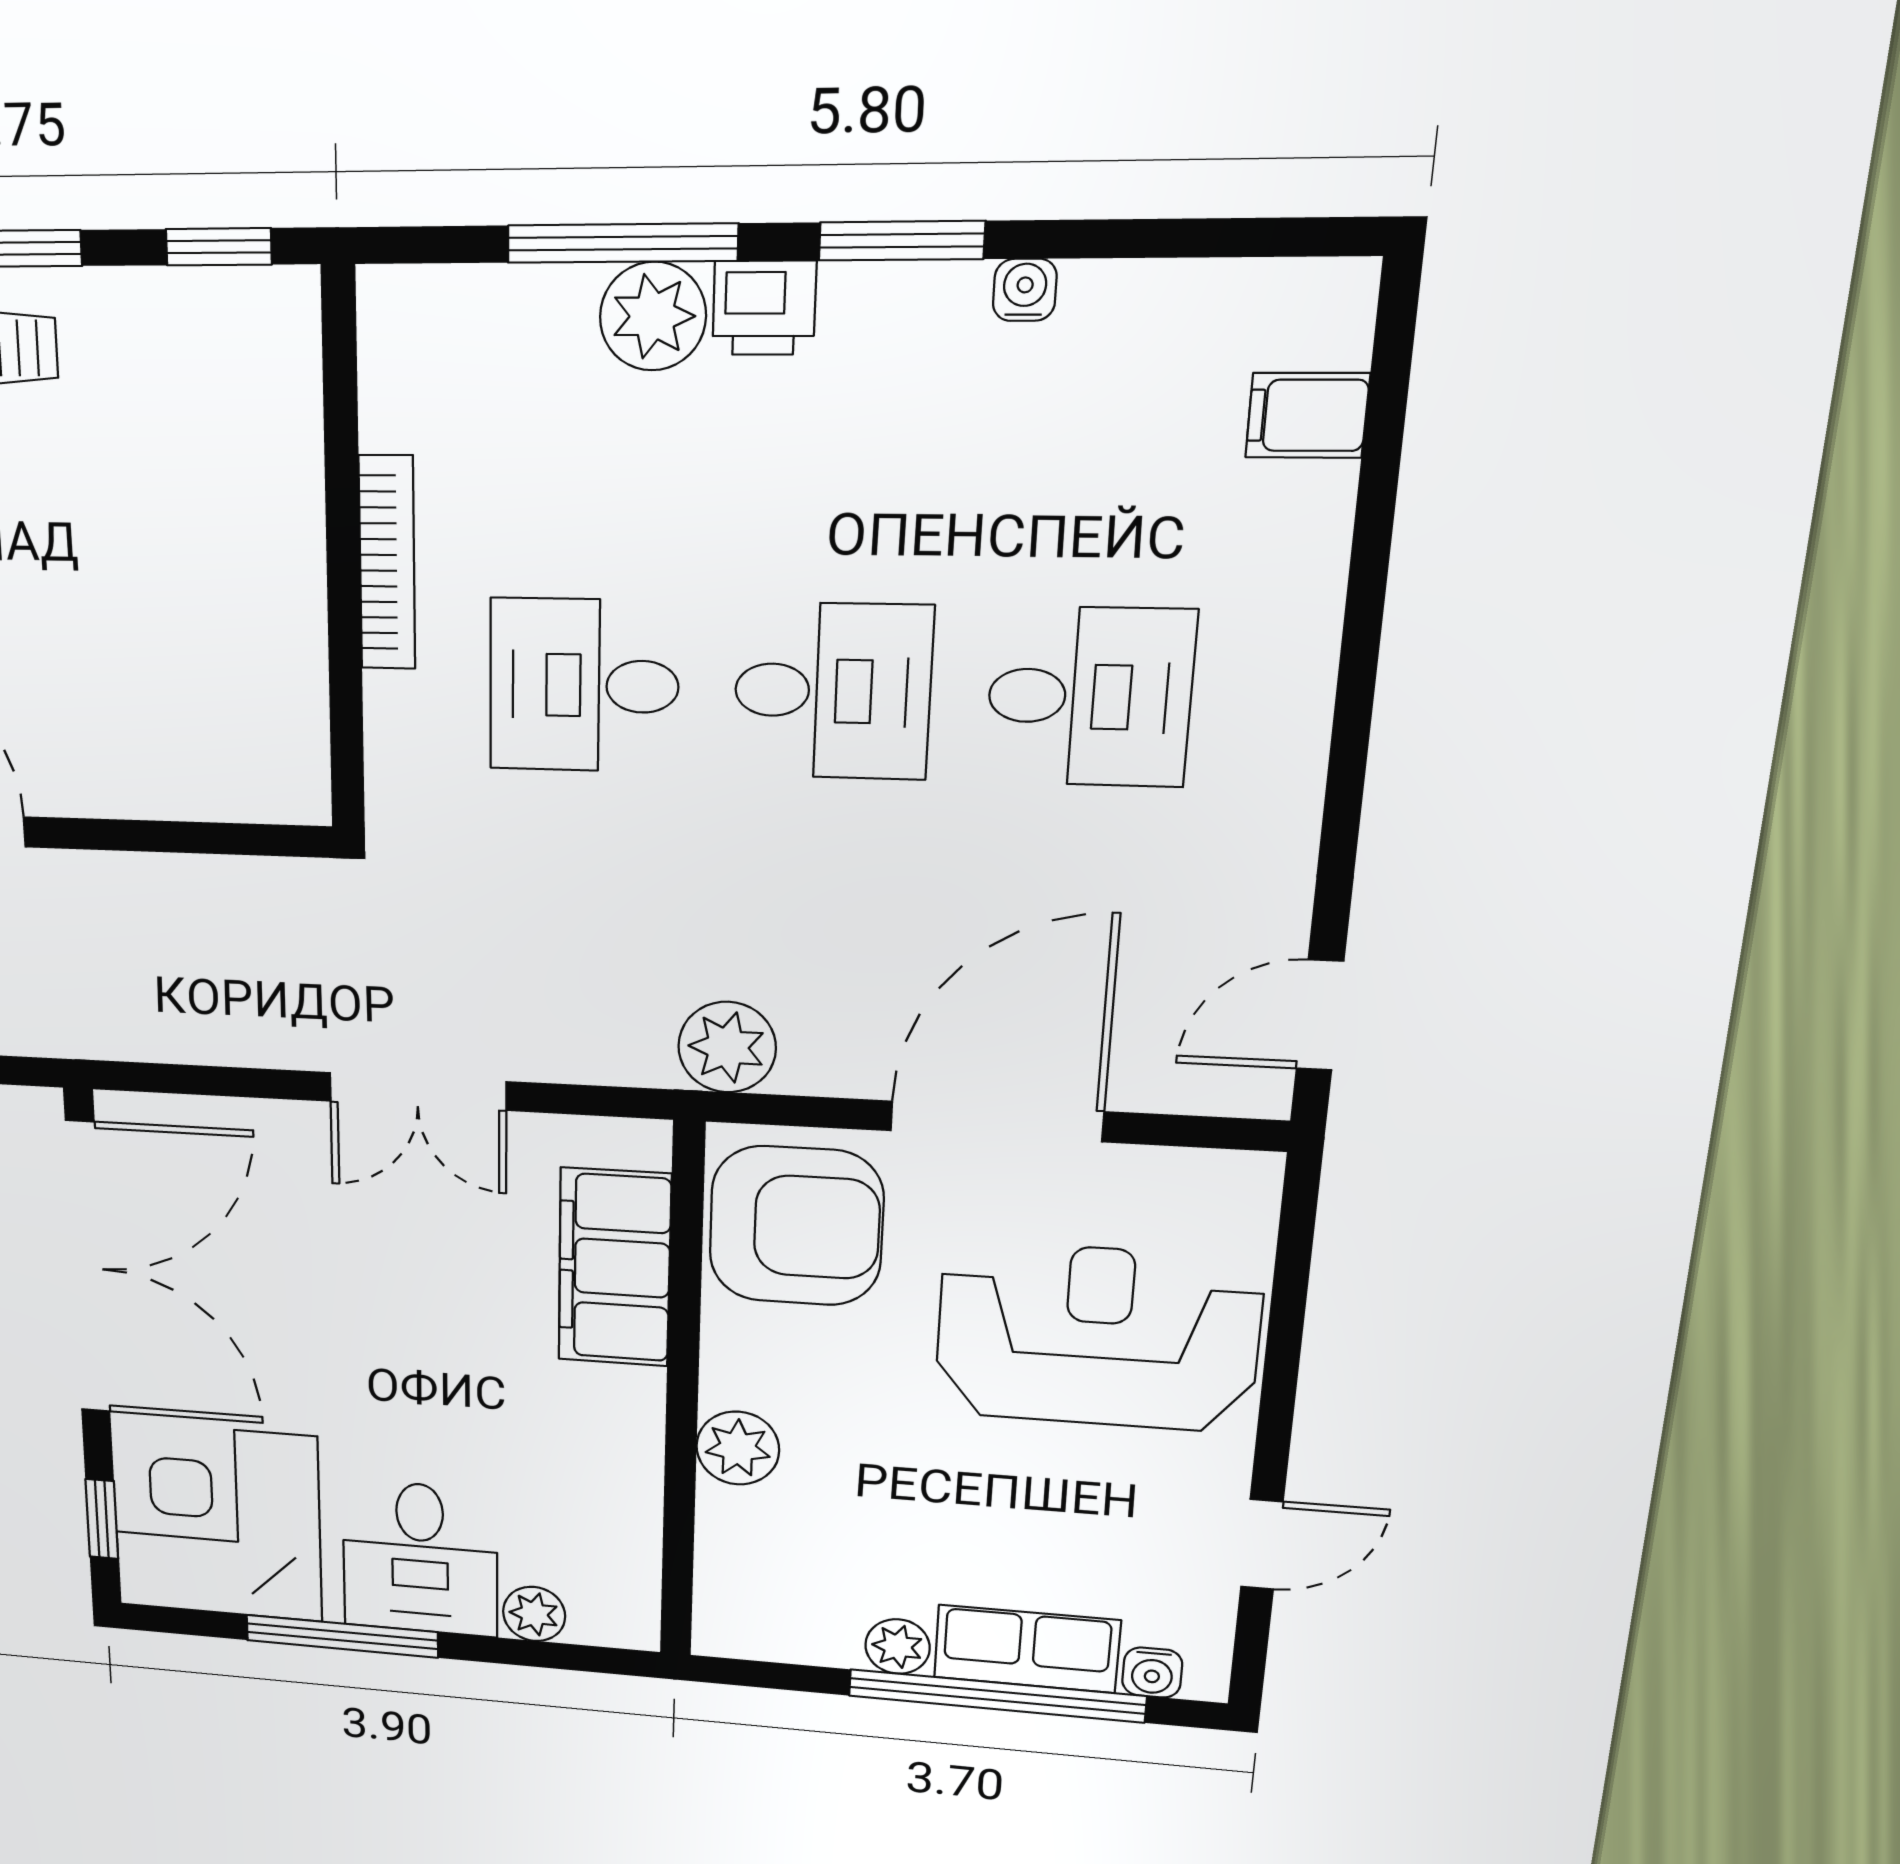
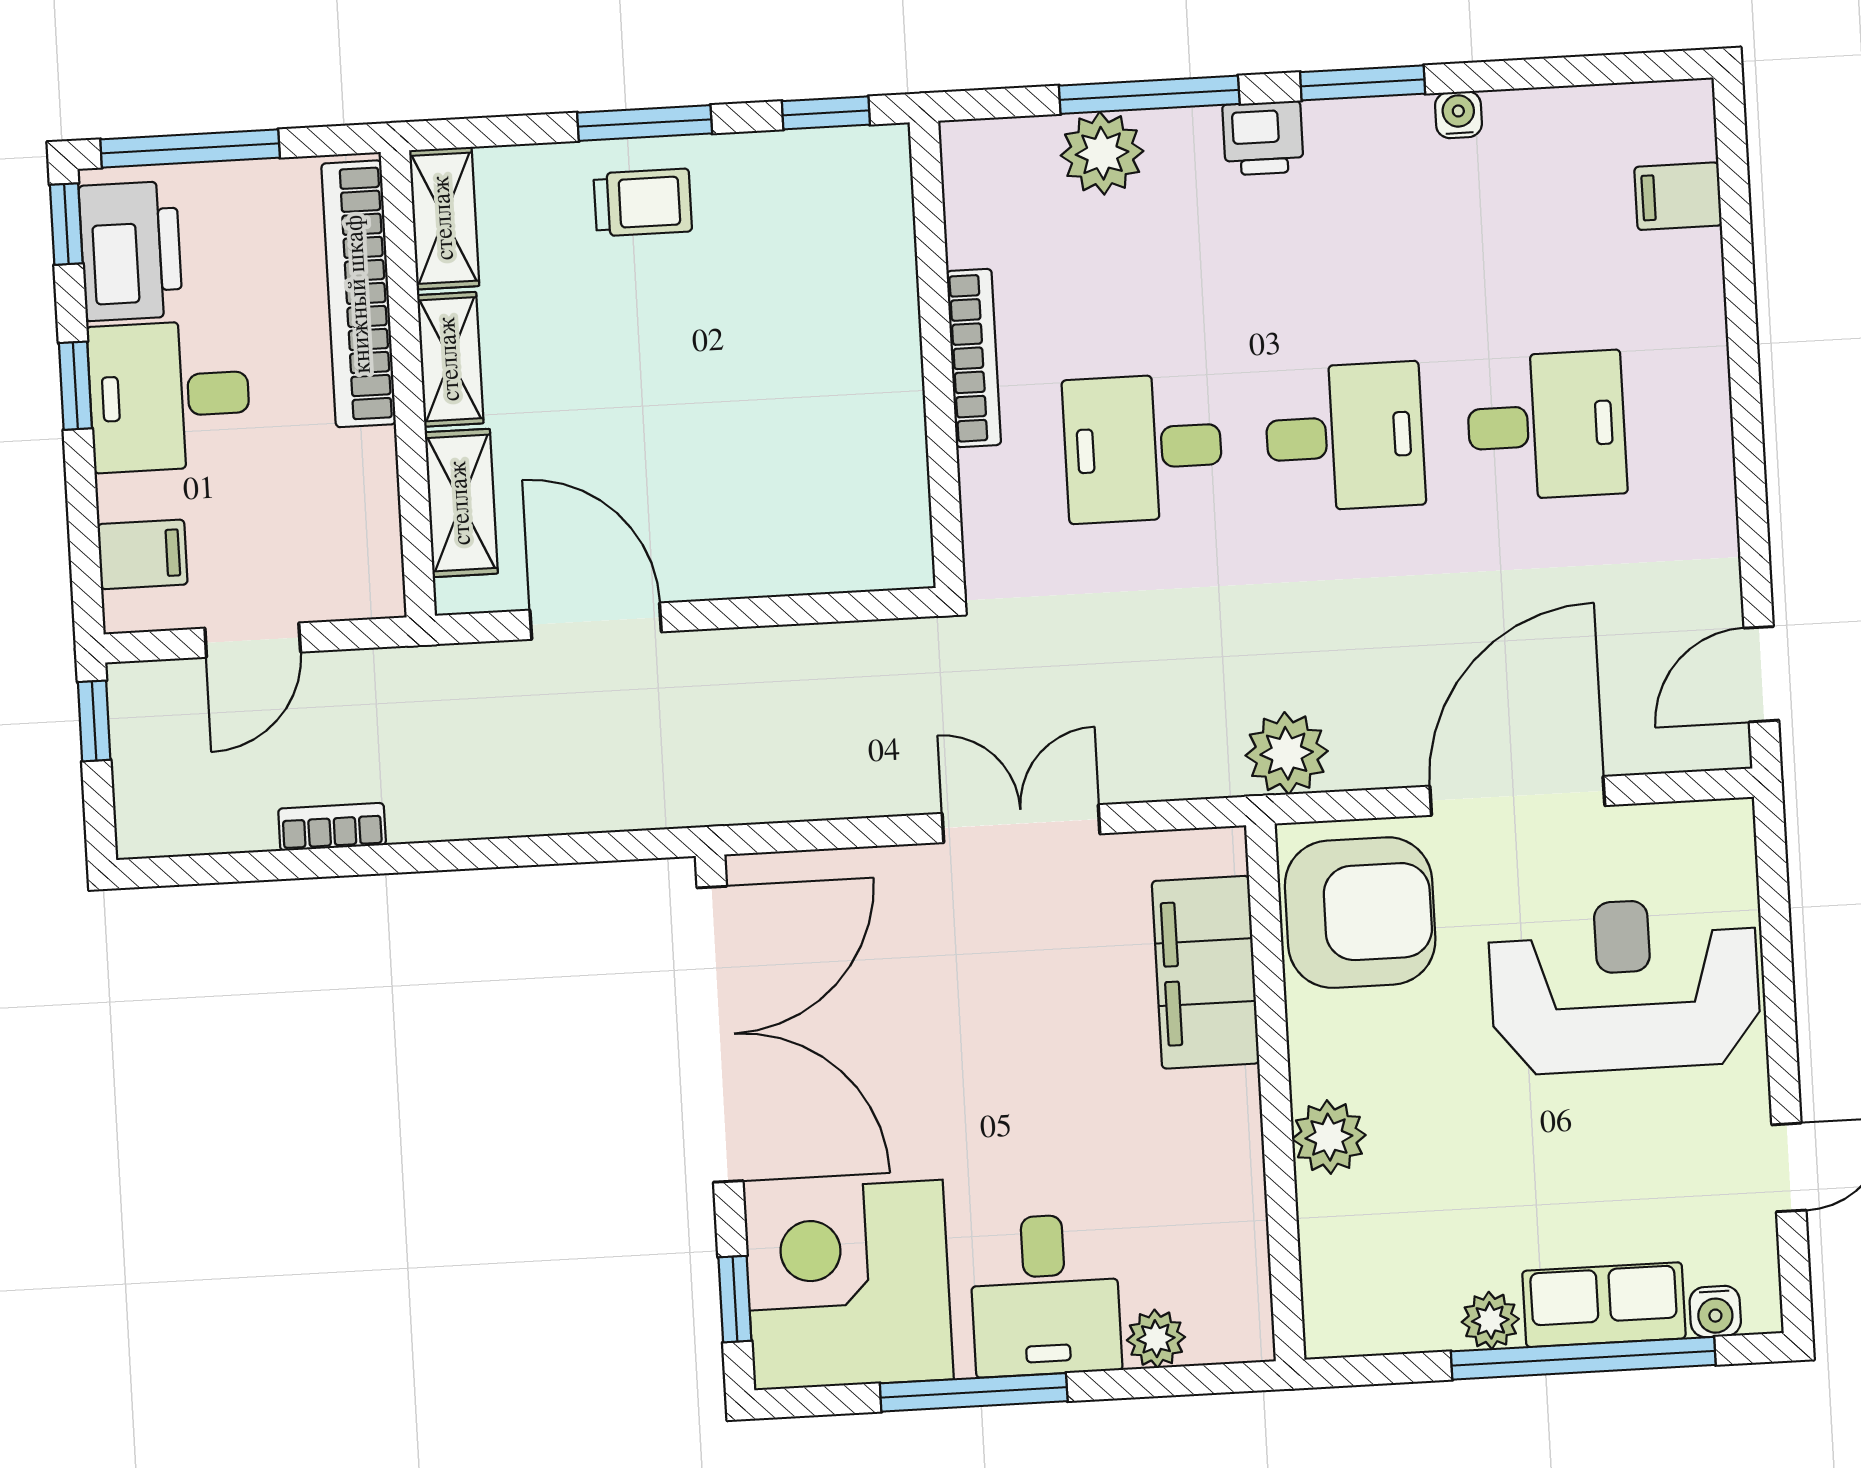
plant: (653, 316) -> (1102, 153), moved
double door: (418, 1091) -> (1021, 824), swing flipped

